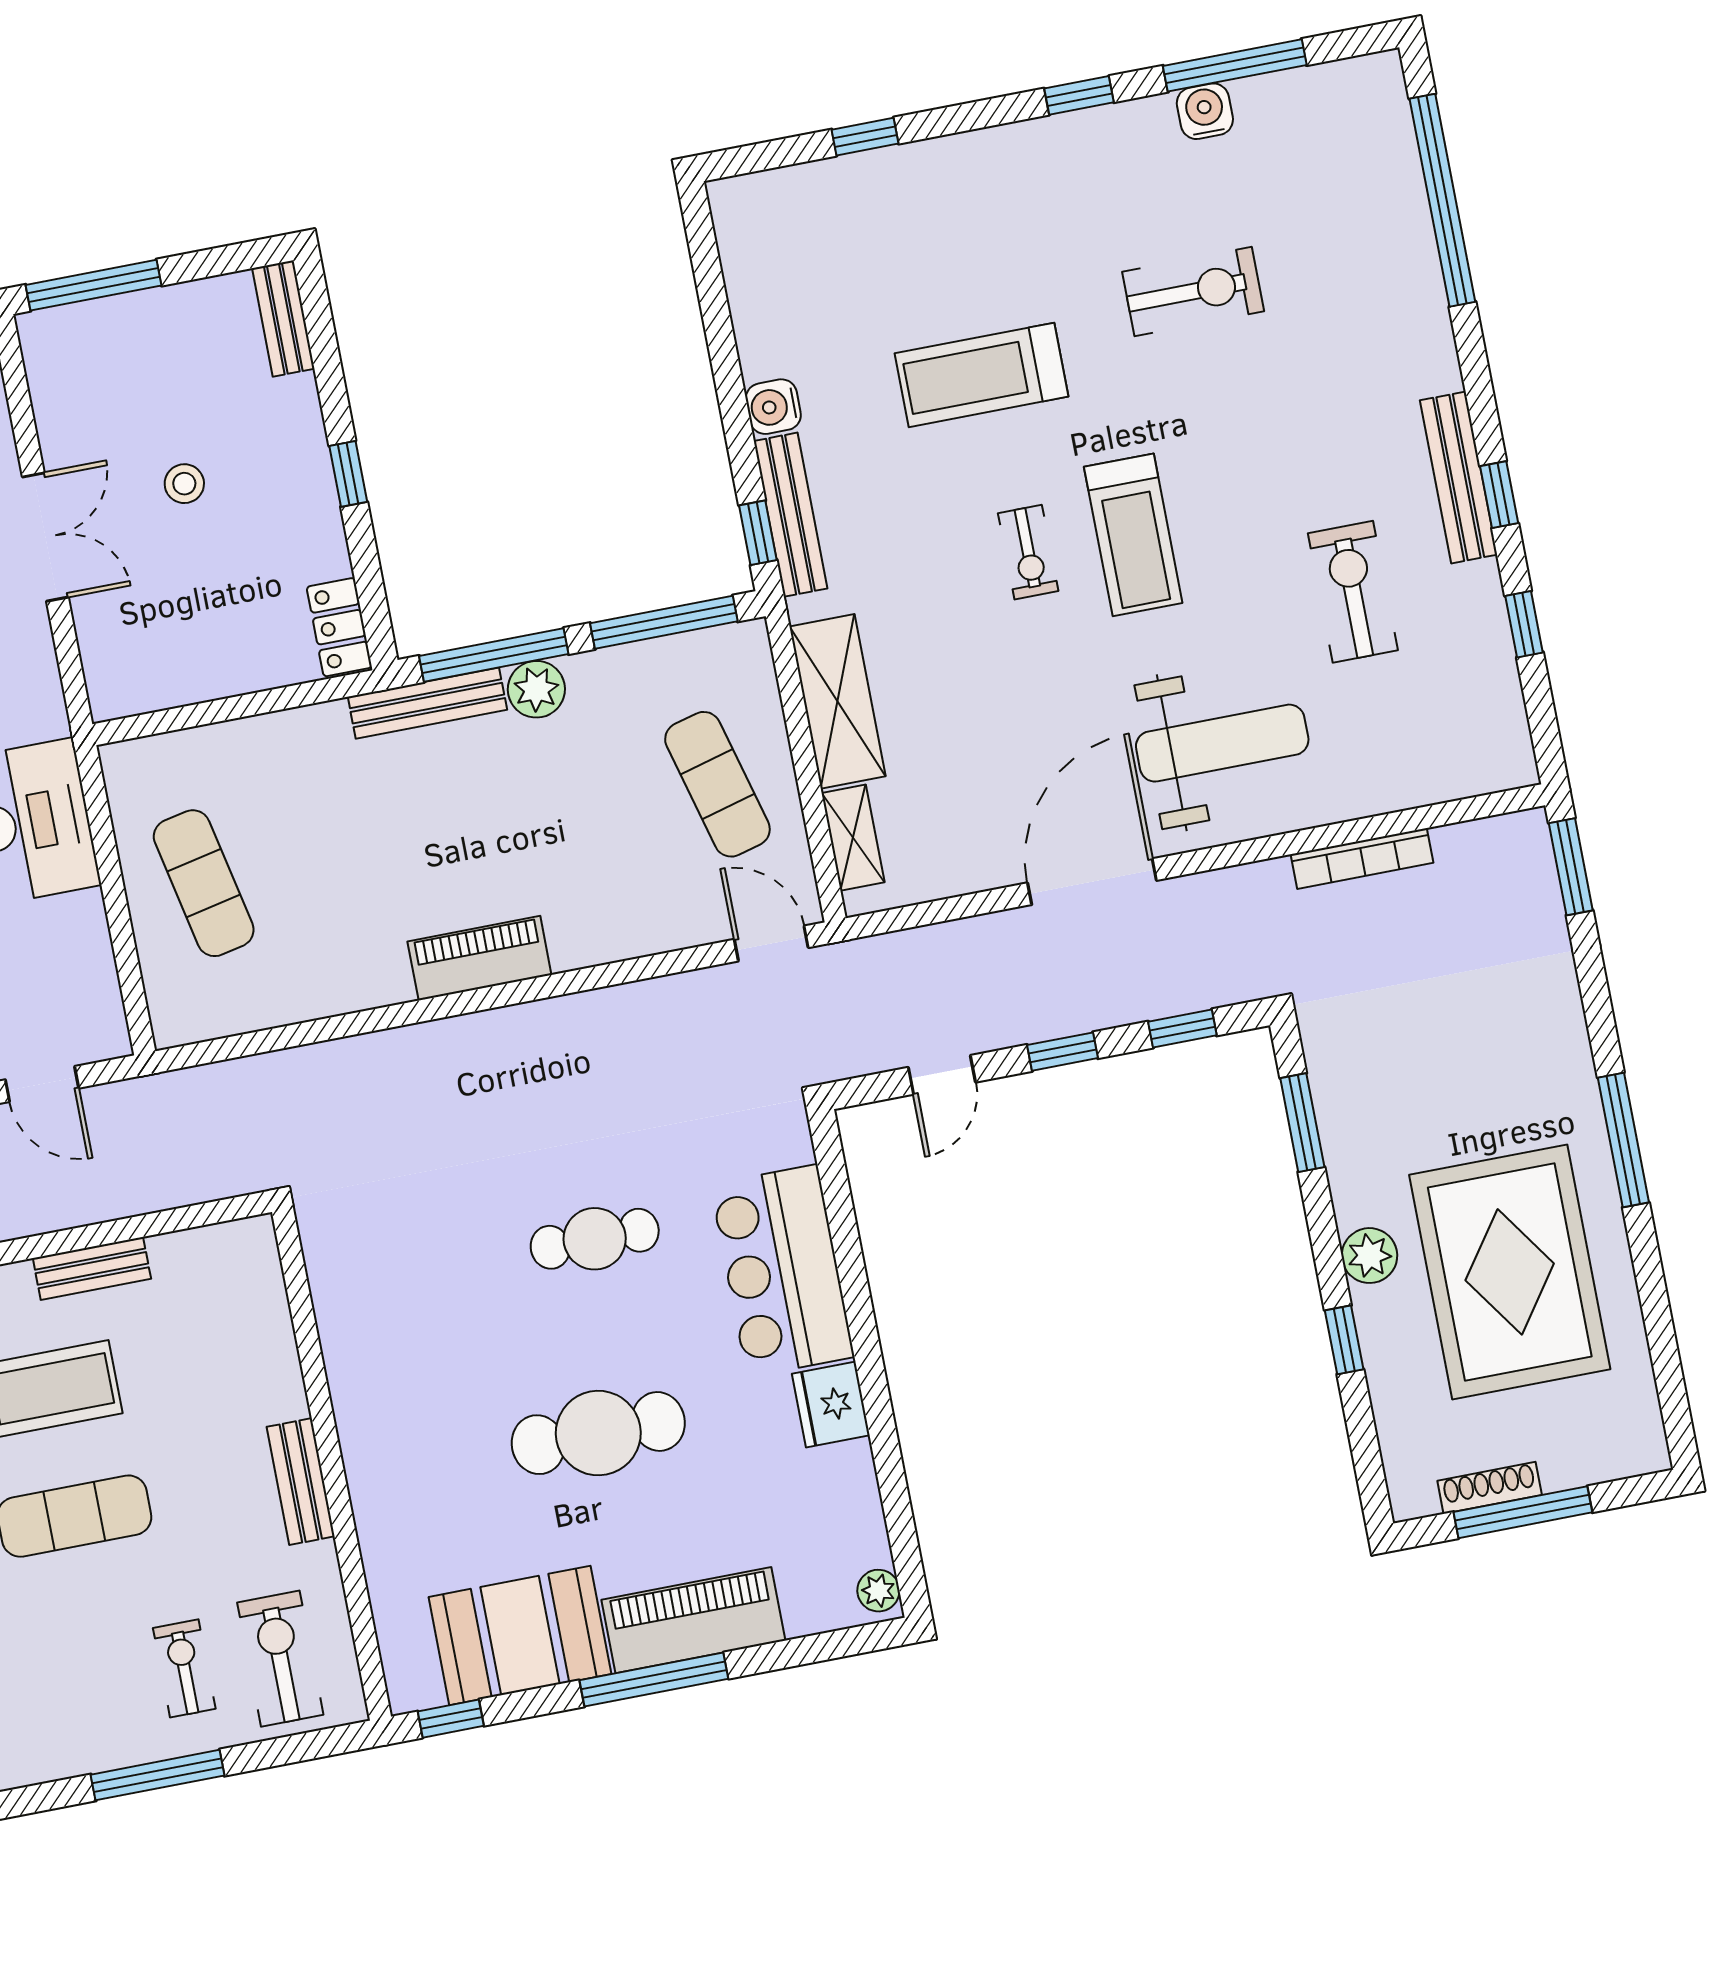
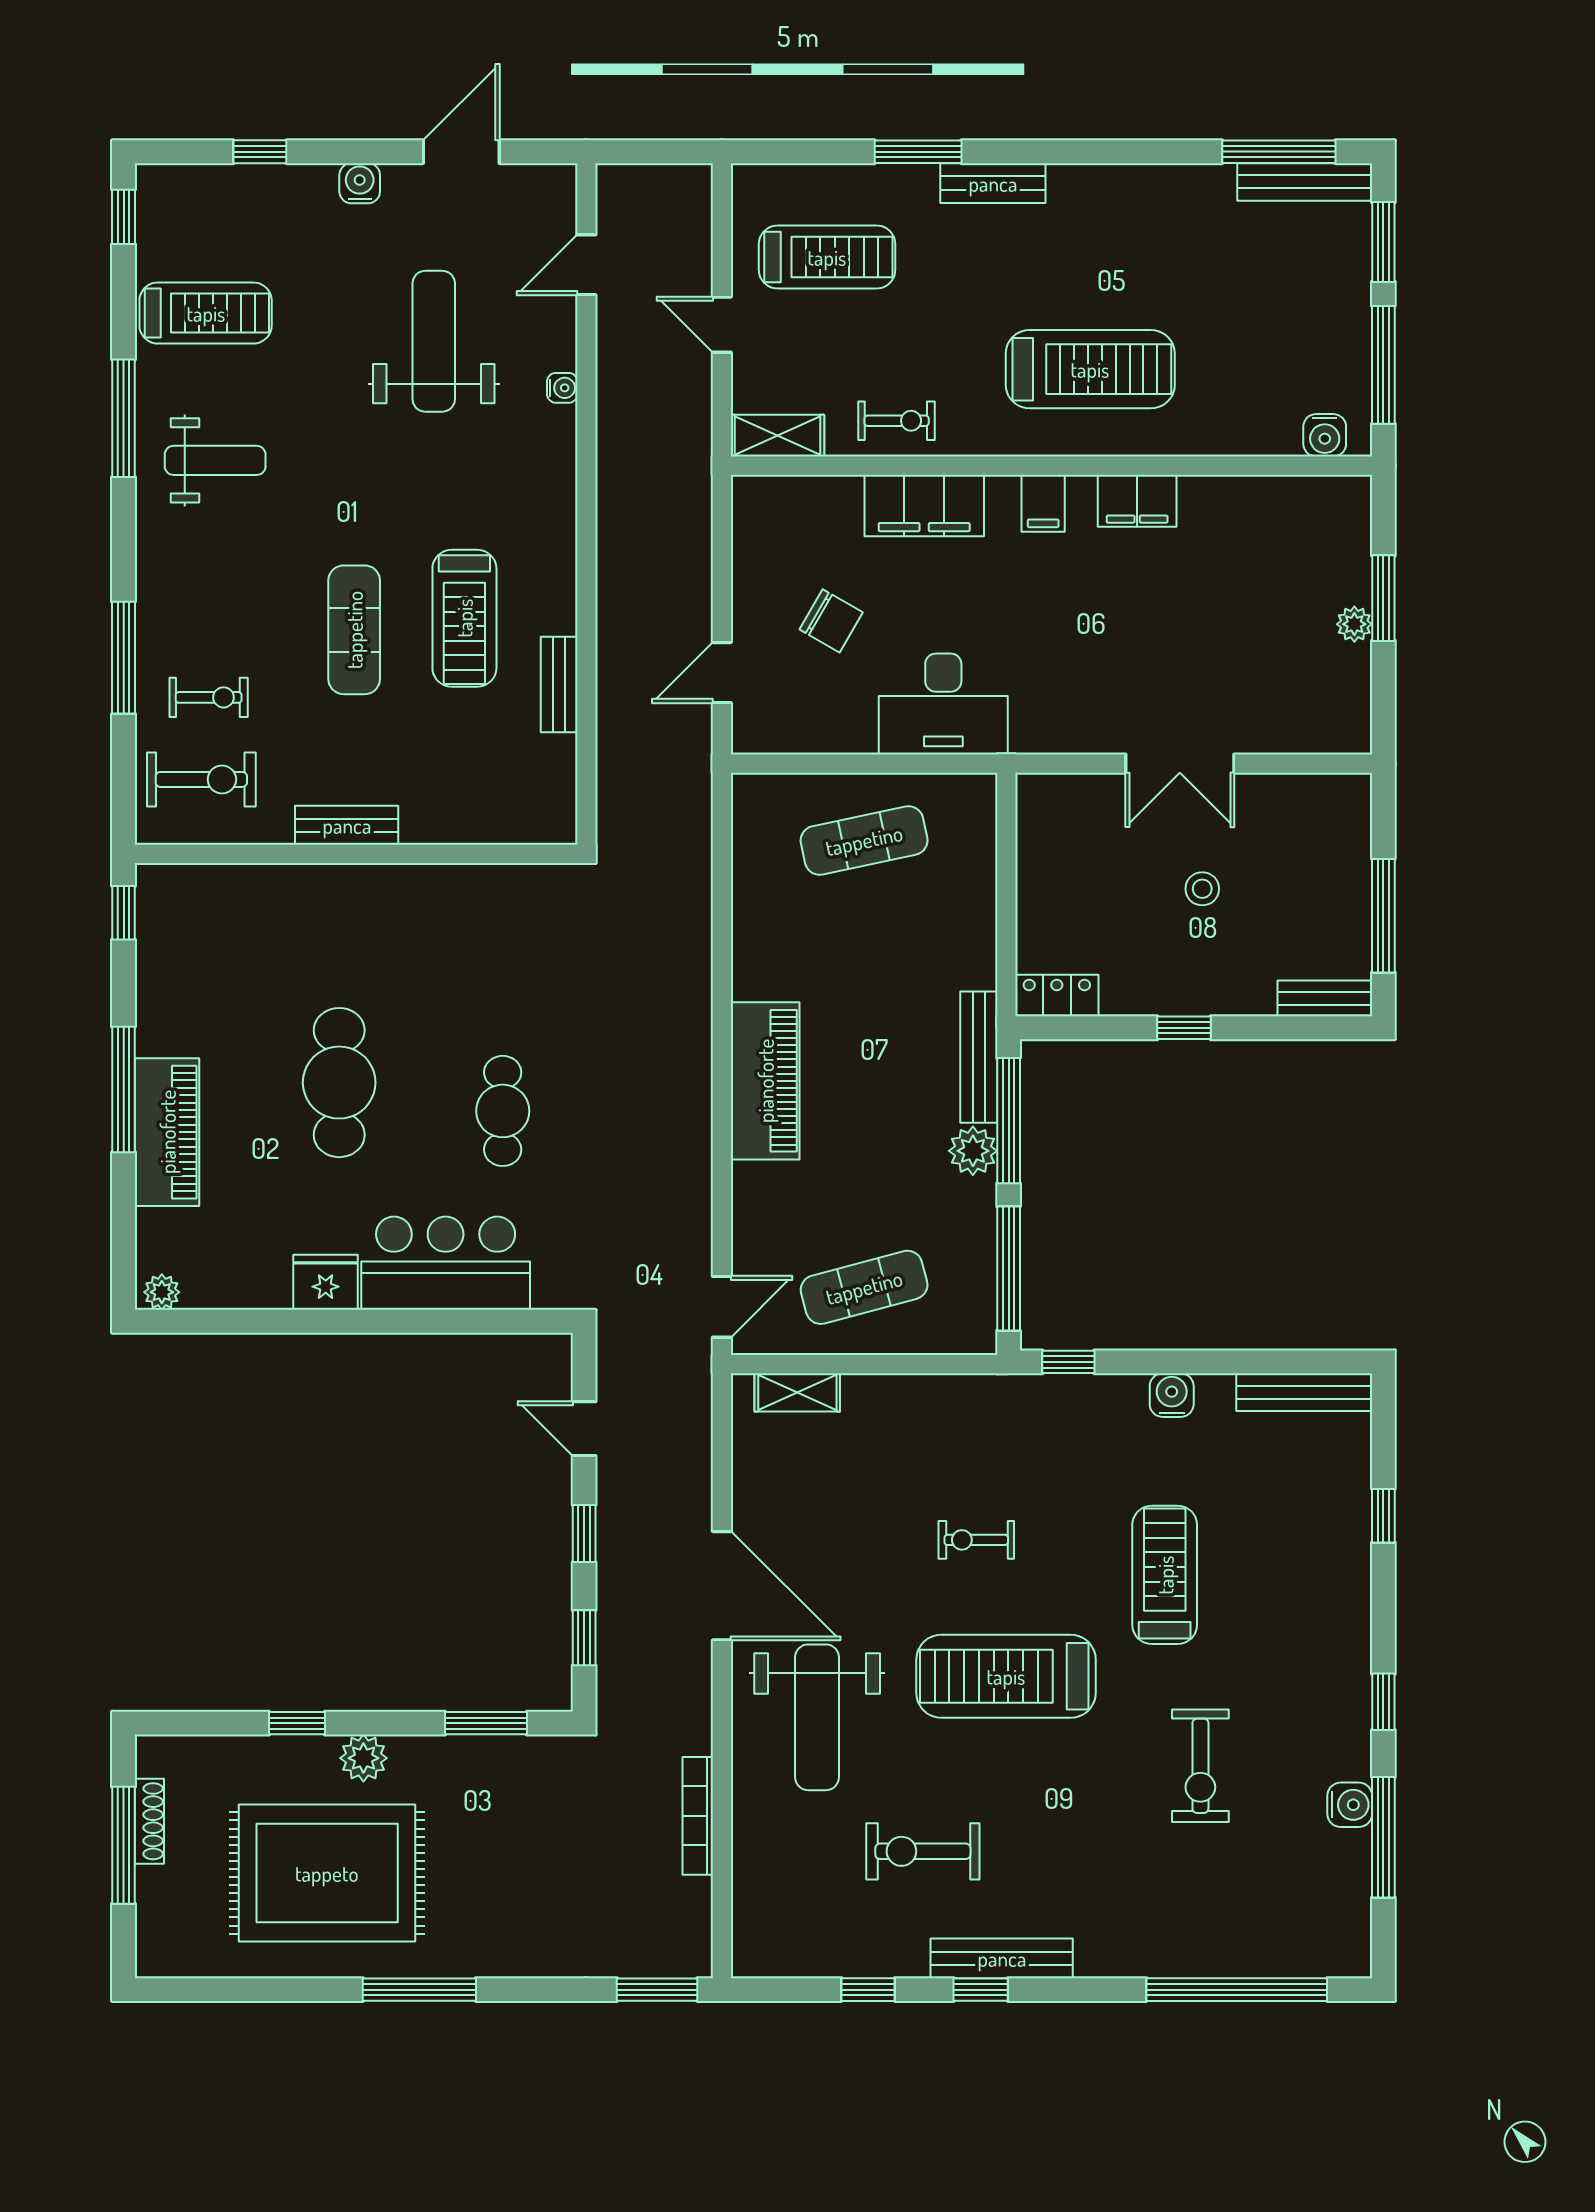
window: (94, 285) -> (1383, 916), moved
bench: (791, 515) -> (1304, 1392), moved
treadmill: (1133, 535) -> (1006, 1676), width x1.37, depth x1.38
exercise bike: (1028, 552) -> (976, 1540), moved
exercise bike: (1353, 592) -> (923, 1851), turned 180
shelving: (838, 701) -> (914, 1401), removed
piano: (479, 958) -> (765, 1081), width x1.37, depth x1.33
booth: (520, 1636) -> (182, 984), removed

